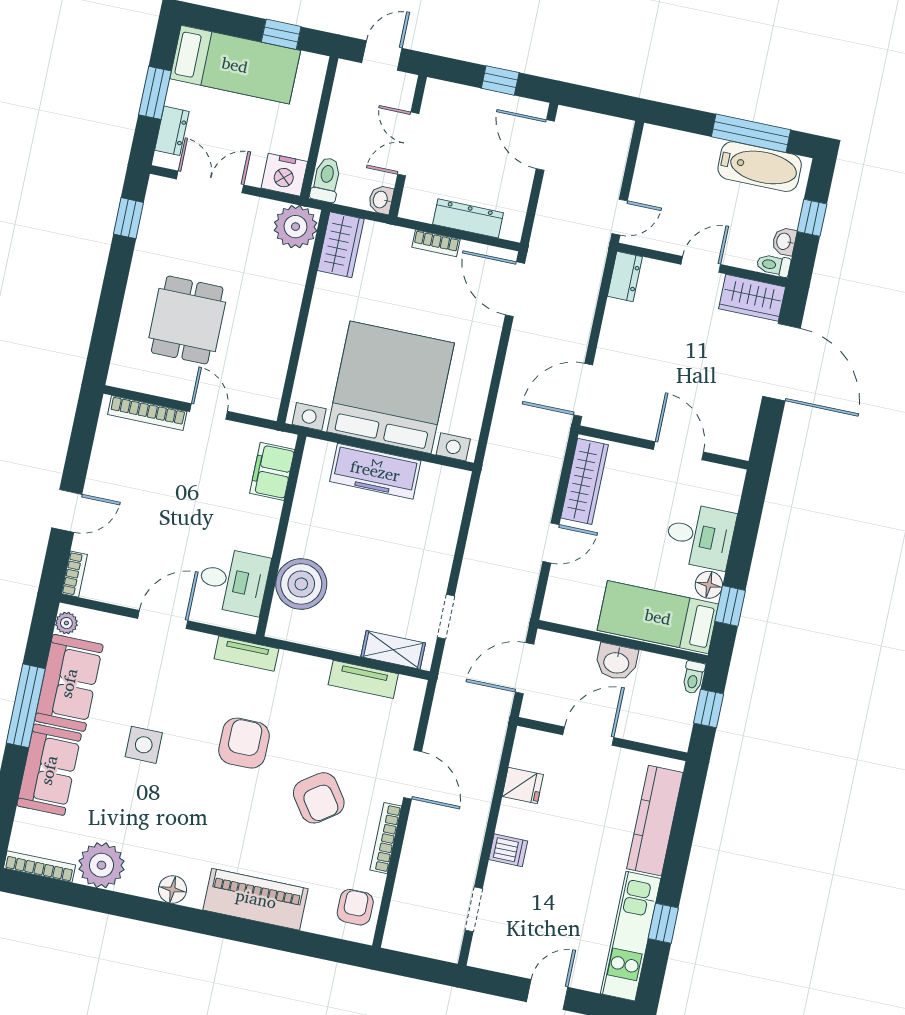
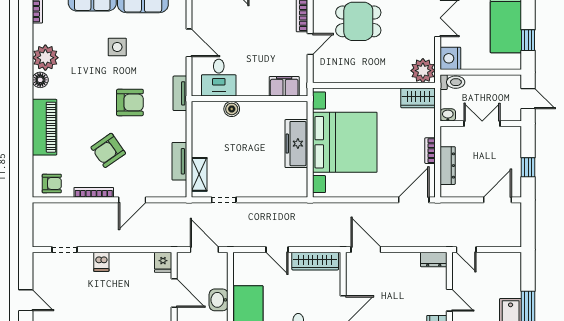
boiler: (301, 584) -> (232, 109), width x0.54, depth x0.54
fridge: (523, 786) -> (163, 262), moved
plant: (101, 865) -> (45, 58), moved

